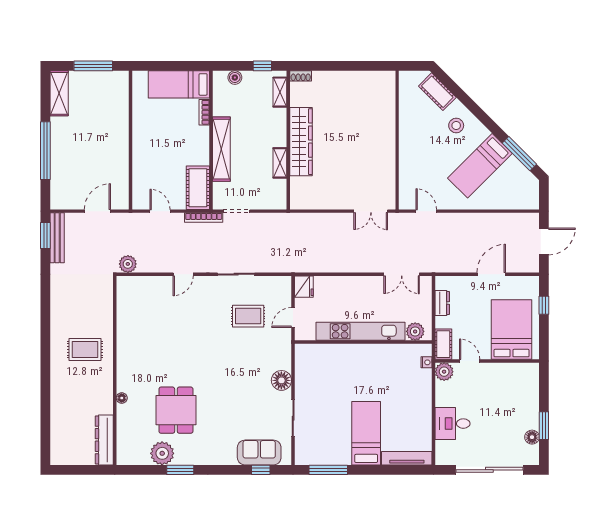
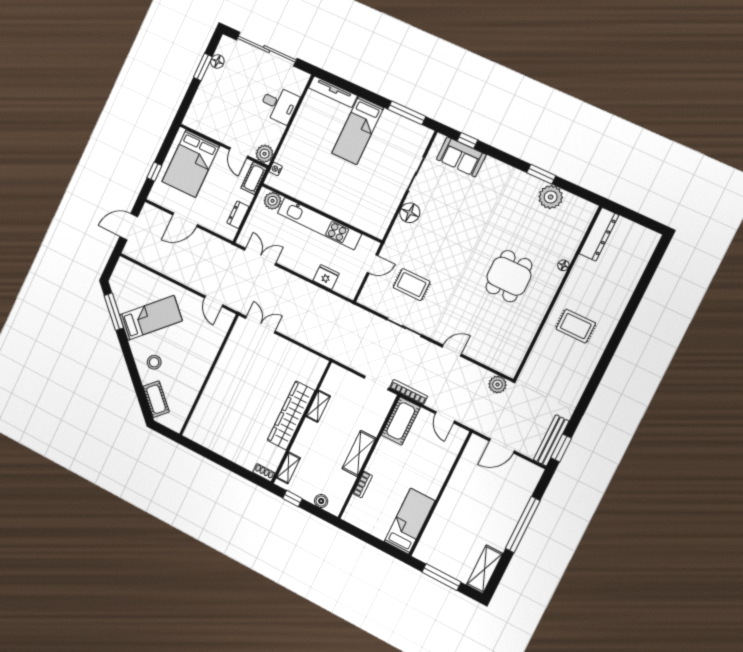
bed: (179, 84) -> (410, 521), moved, turned -90
shelving: (221, 149) -> (359, 453), width x0.68
fridge: (304, 287) -> (326, 277), moved, turned 90
dining table: (176, 410) -> (509, 276), moved

